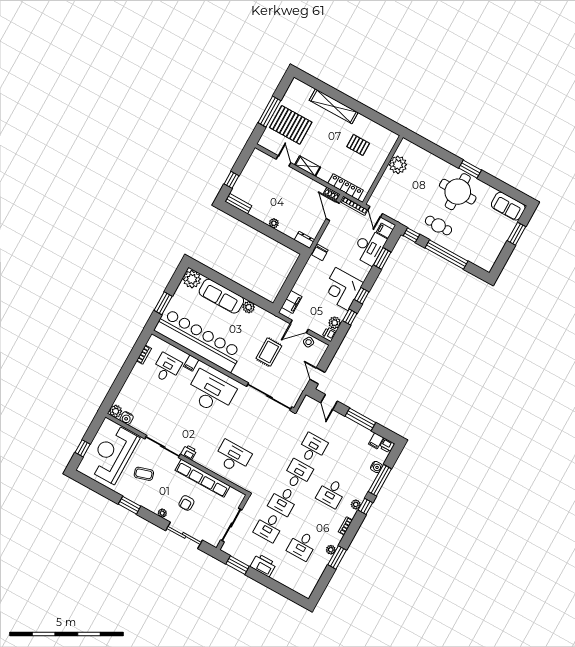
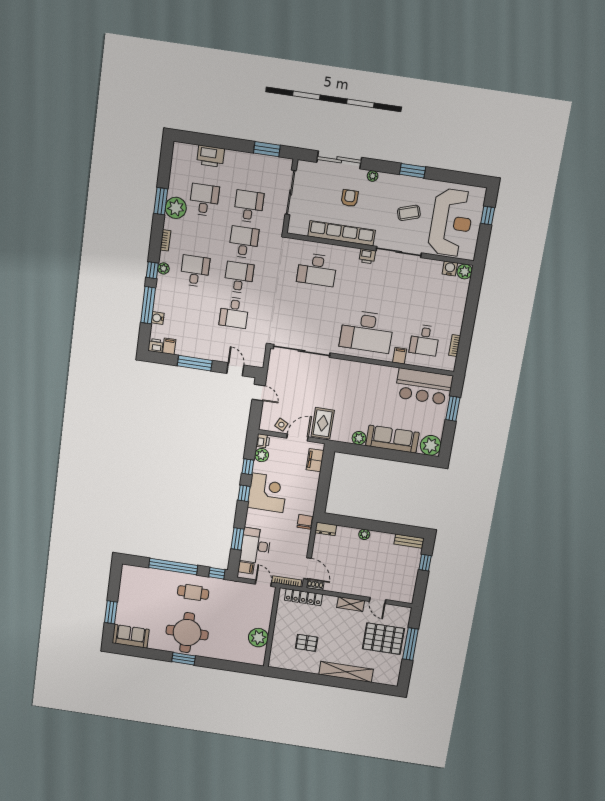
bar counter: (198, 340) -> (424, 387), width x0.54
rug: (269, 352) -> (323, 423), moved
desk: (298, 474) -> (239, 278), turned 180
plant: (331, 550) -> (176, 208), width x1.88, depth x1.88
printer: (263, 565) -> (211, 156), moved

